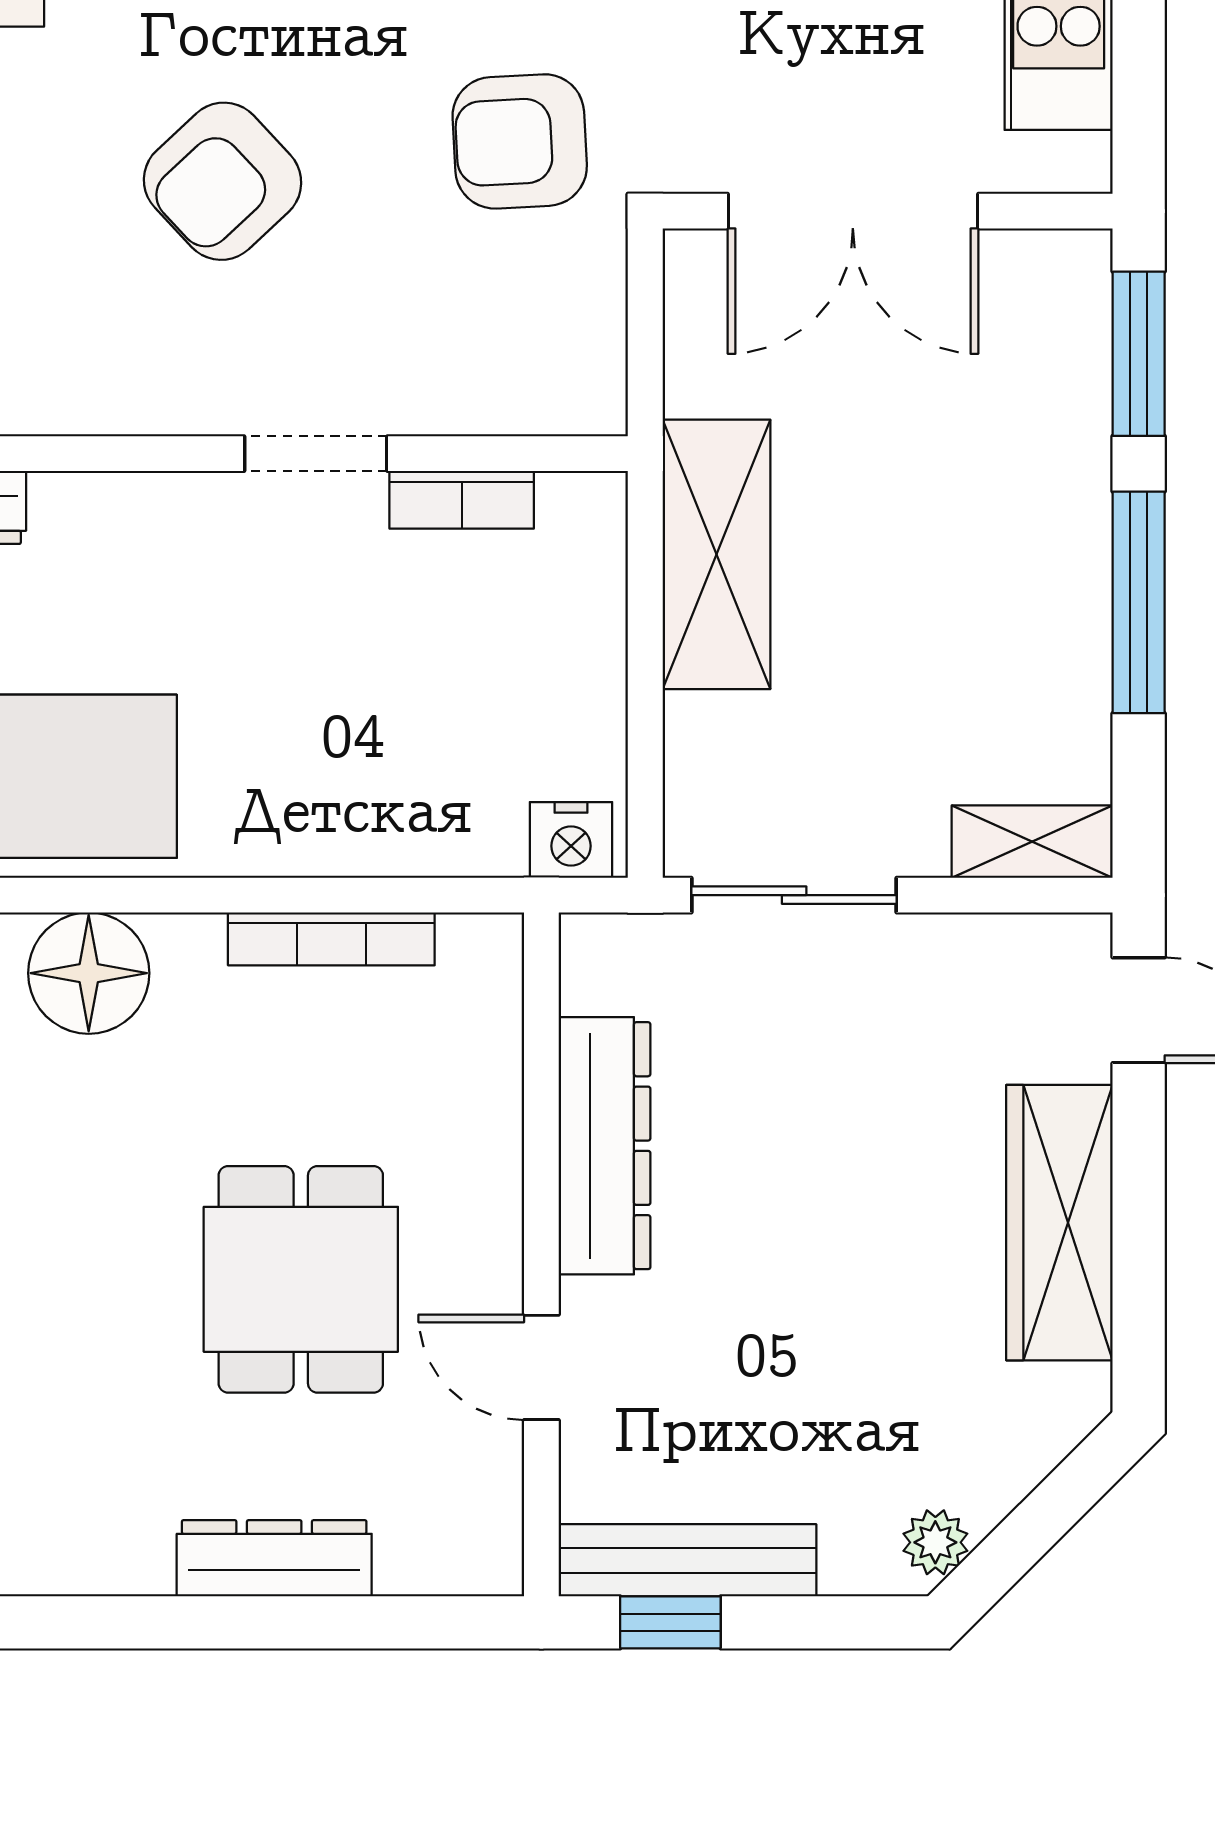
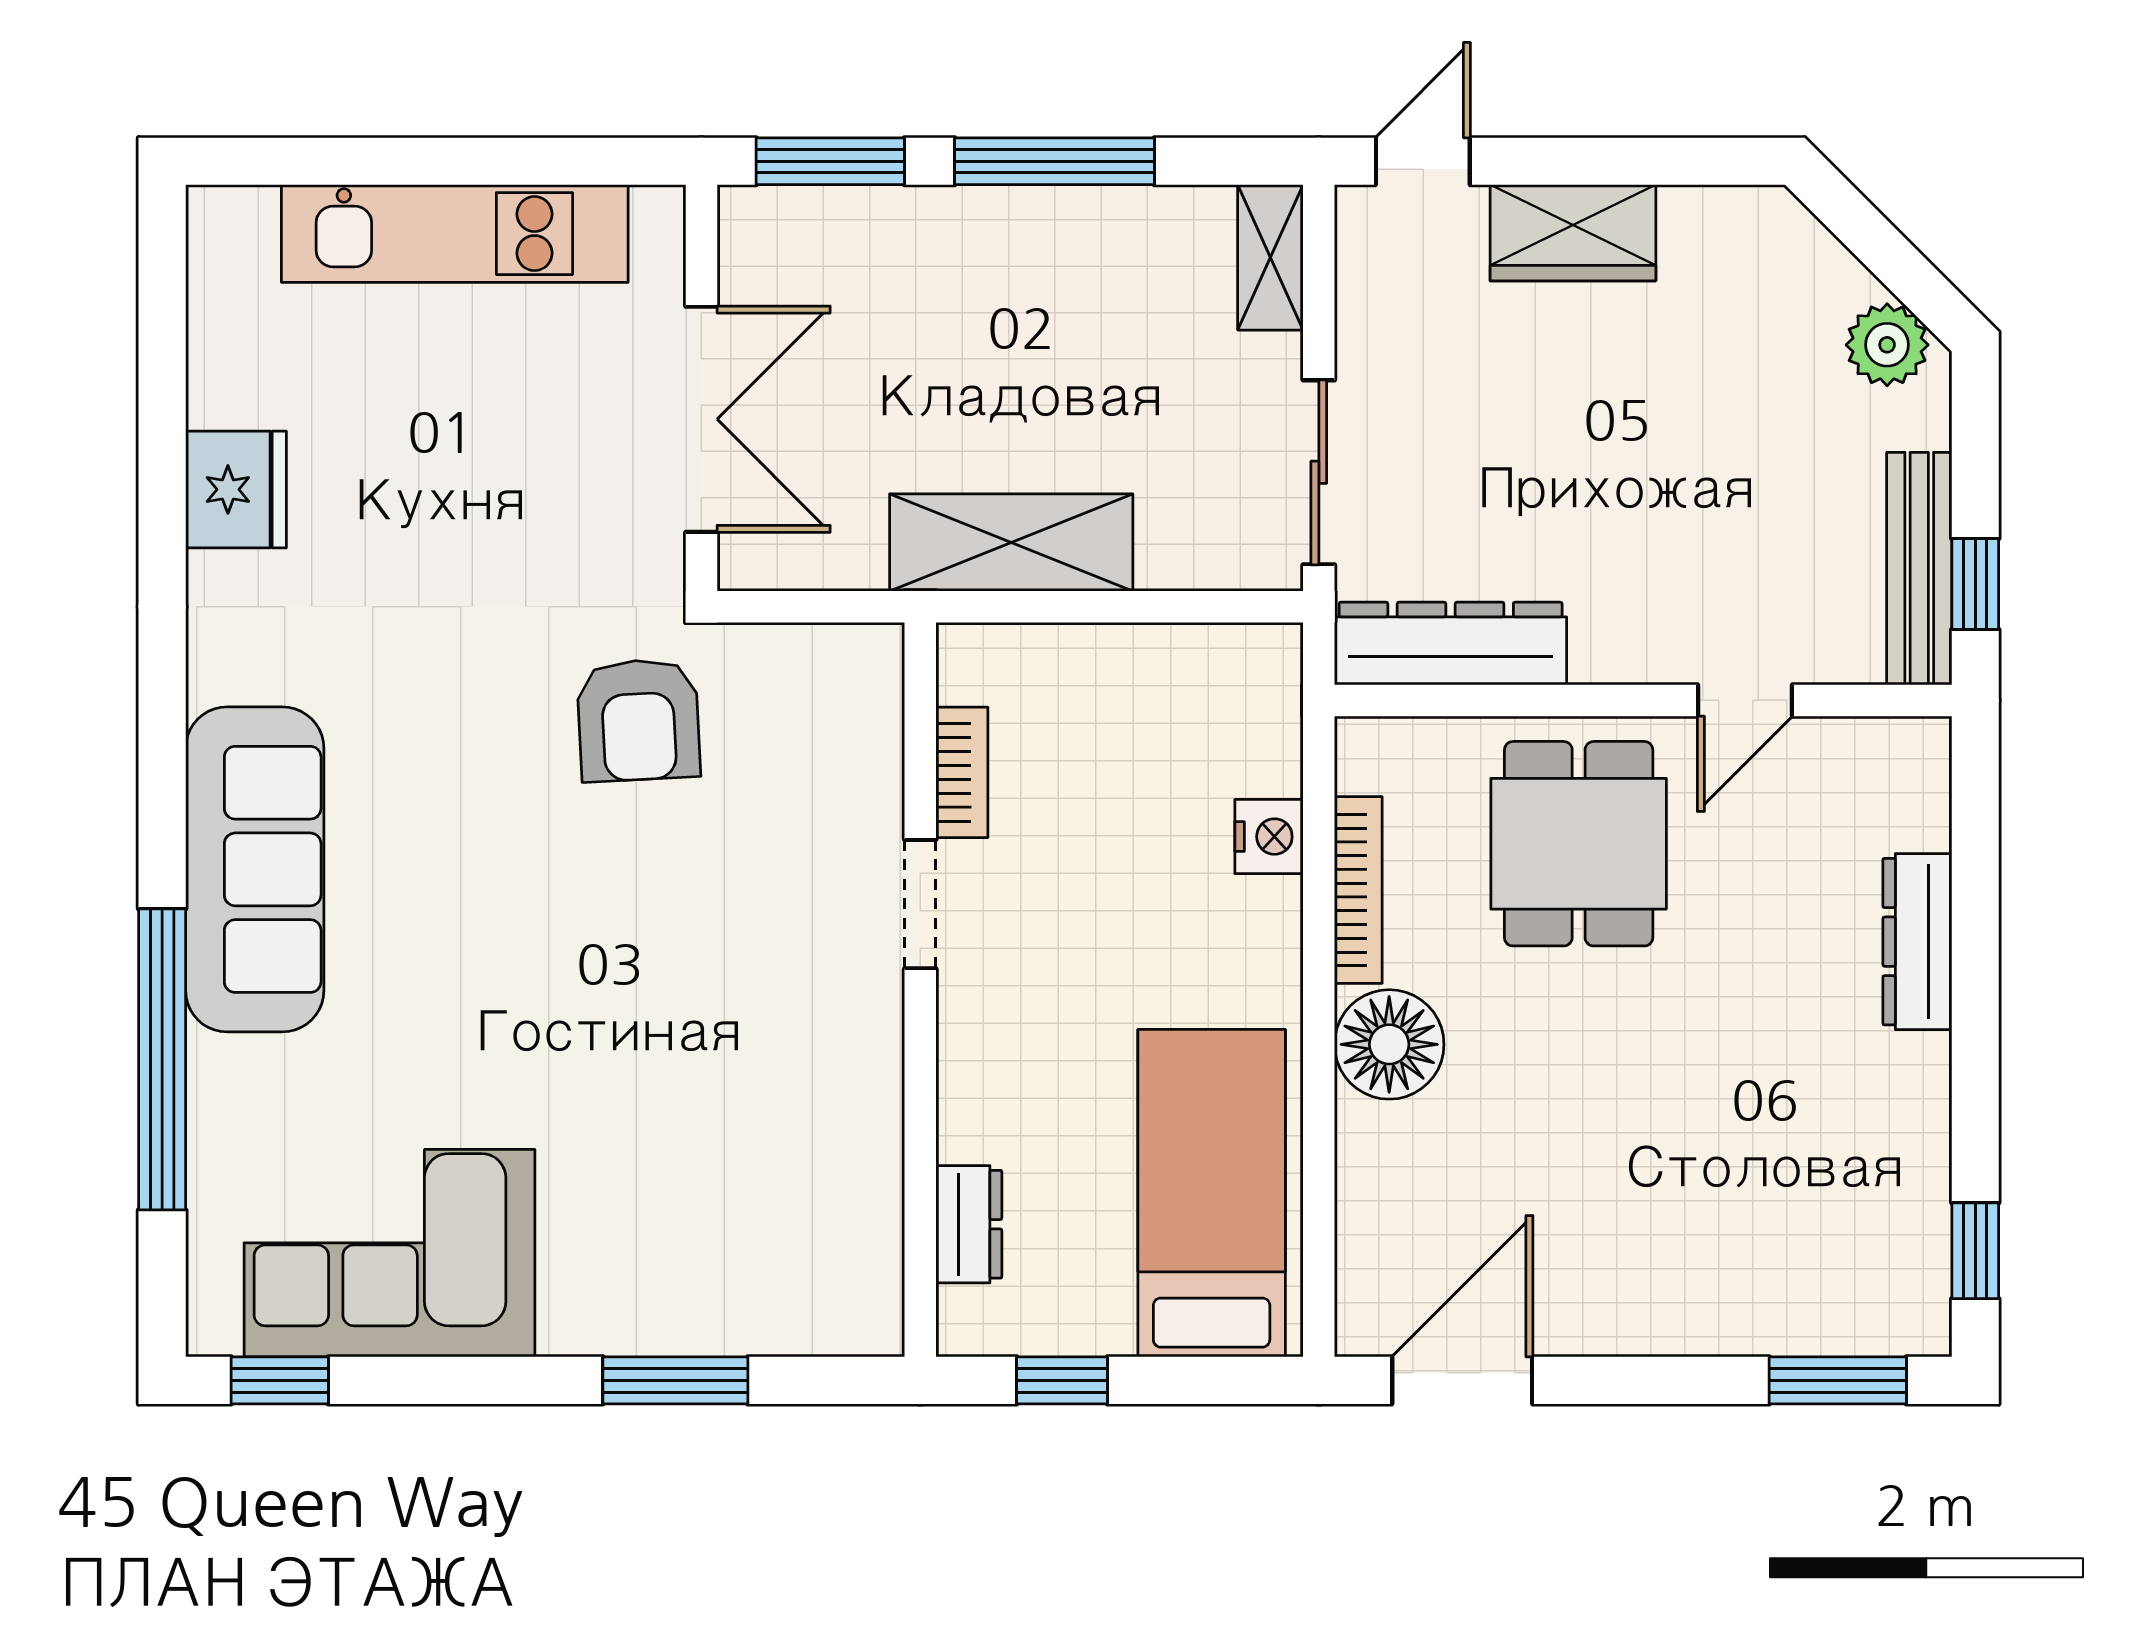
armchair: (223, 181) -> (674, 988), removed
nightstand: (571, 840) -> (1269, 837), moved
floor lamp: (89, 973) -> (1389, 1044), moved
dresser: (605, 1146) -> (1451, 643), moved
wardrobe: (1059, 1223) -> (1573, 233), width x0.67
dining table: (301, 1279) -> (1579, 844), moved, turned 90
plant: (935, 1542) -> (1887, 345), width x1.38, depth x1.38

